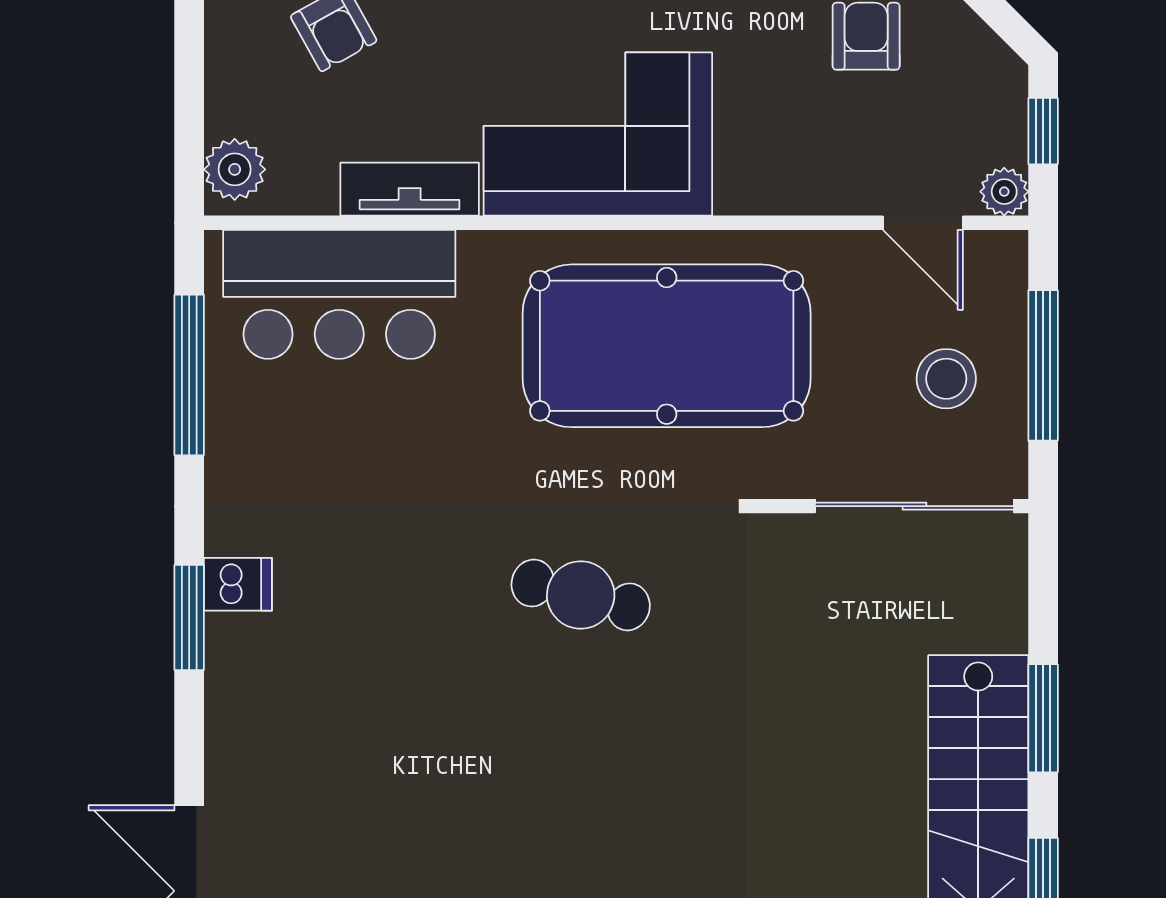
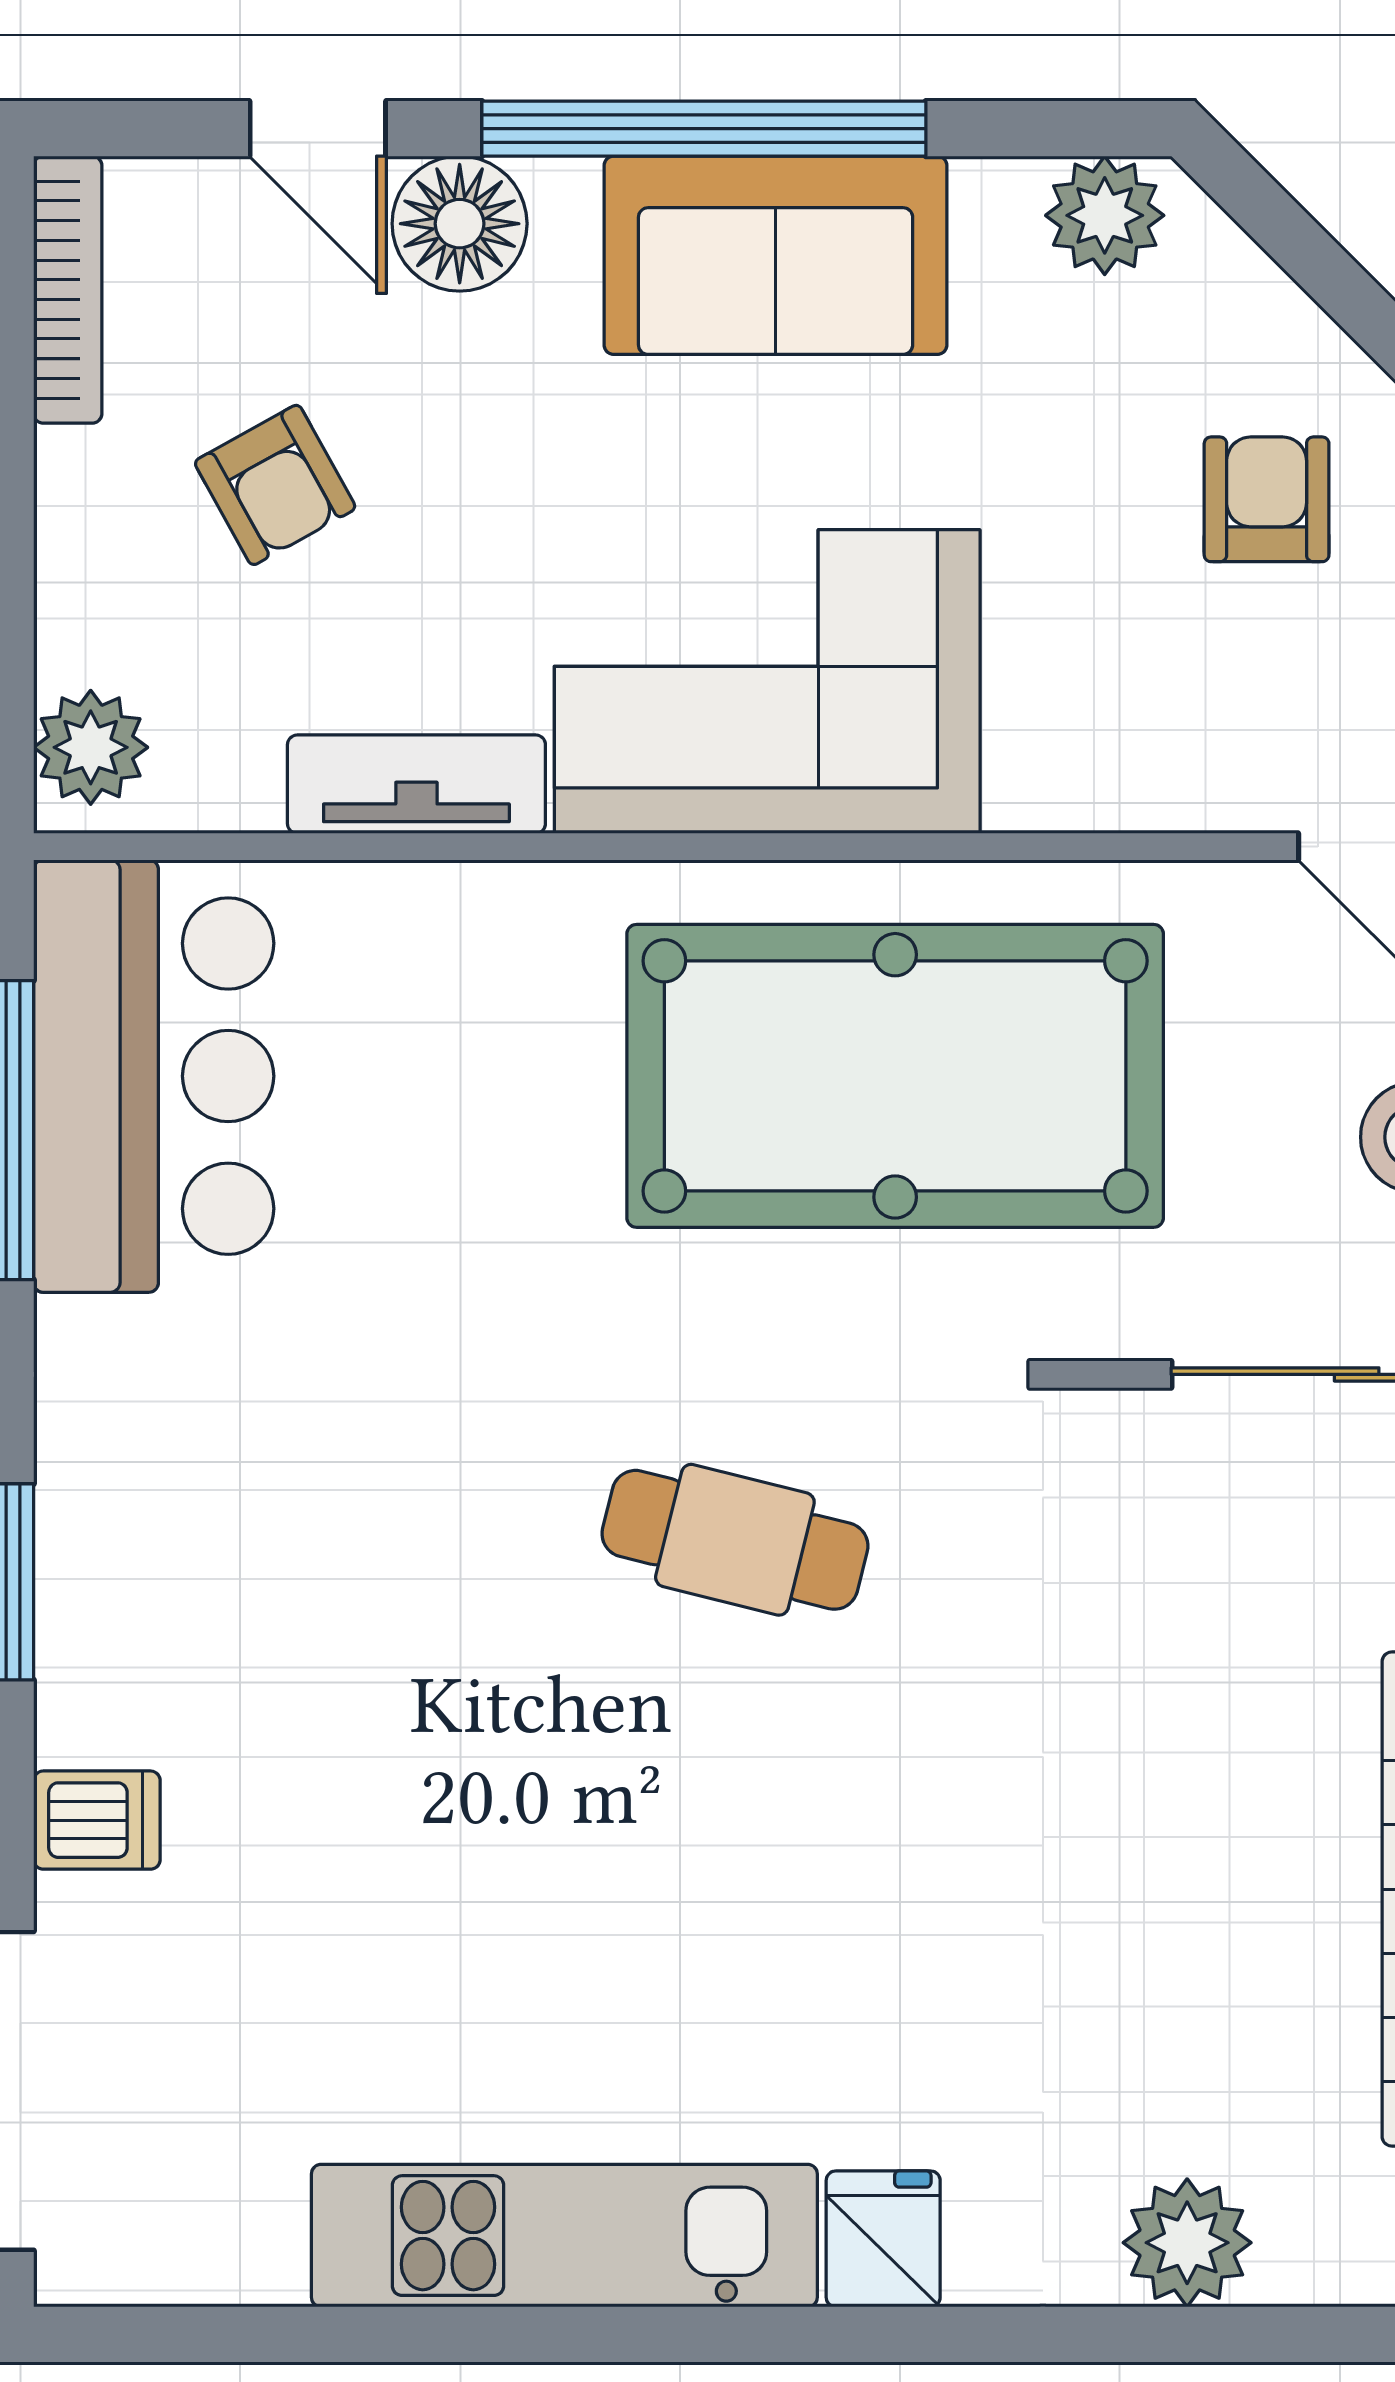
bar counter: (339, 294) -> (154, 1076), moved, turned -90
dishwasher: (238, 584) -> (97, 1820), moved

